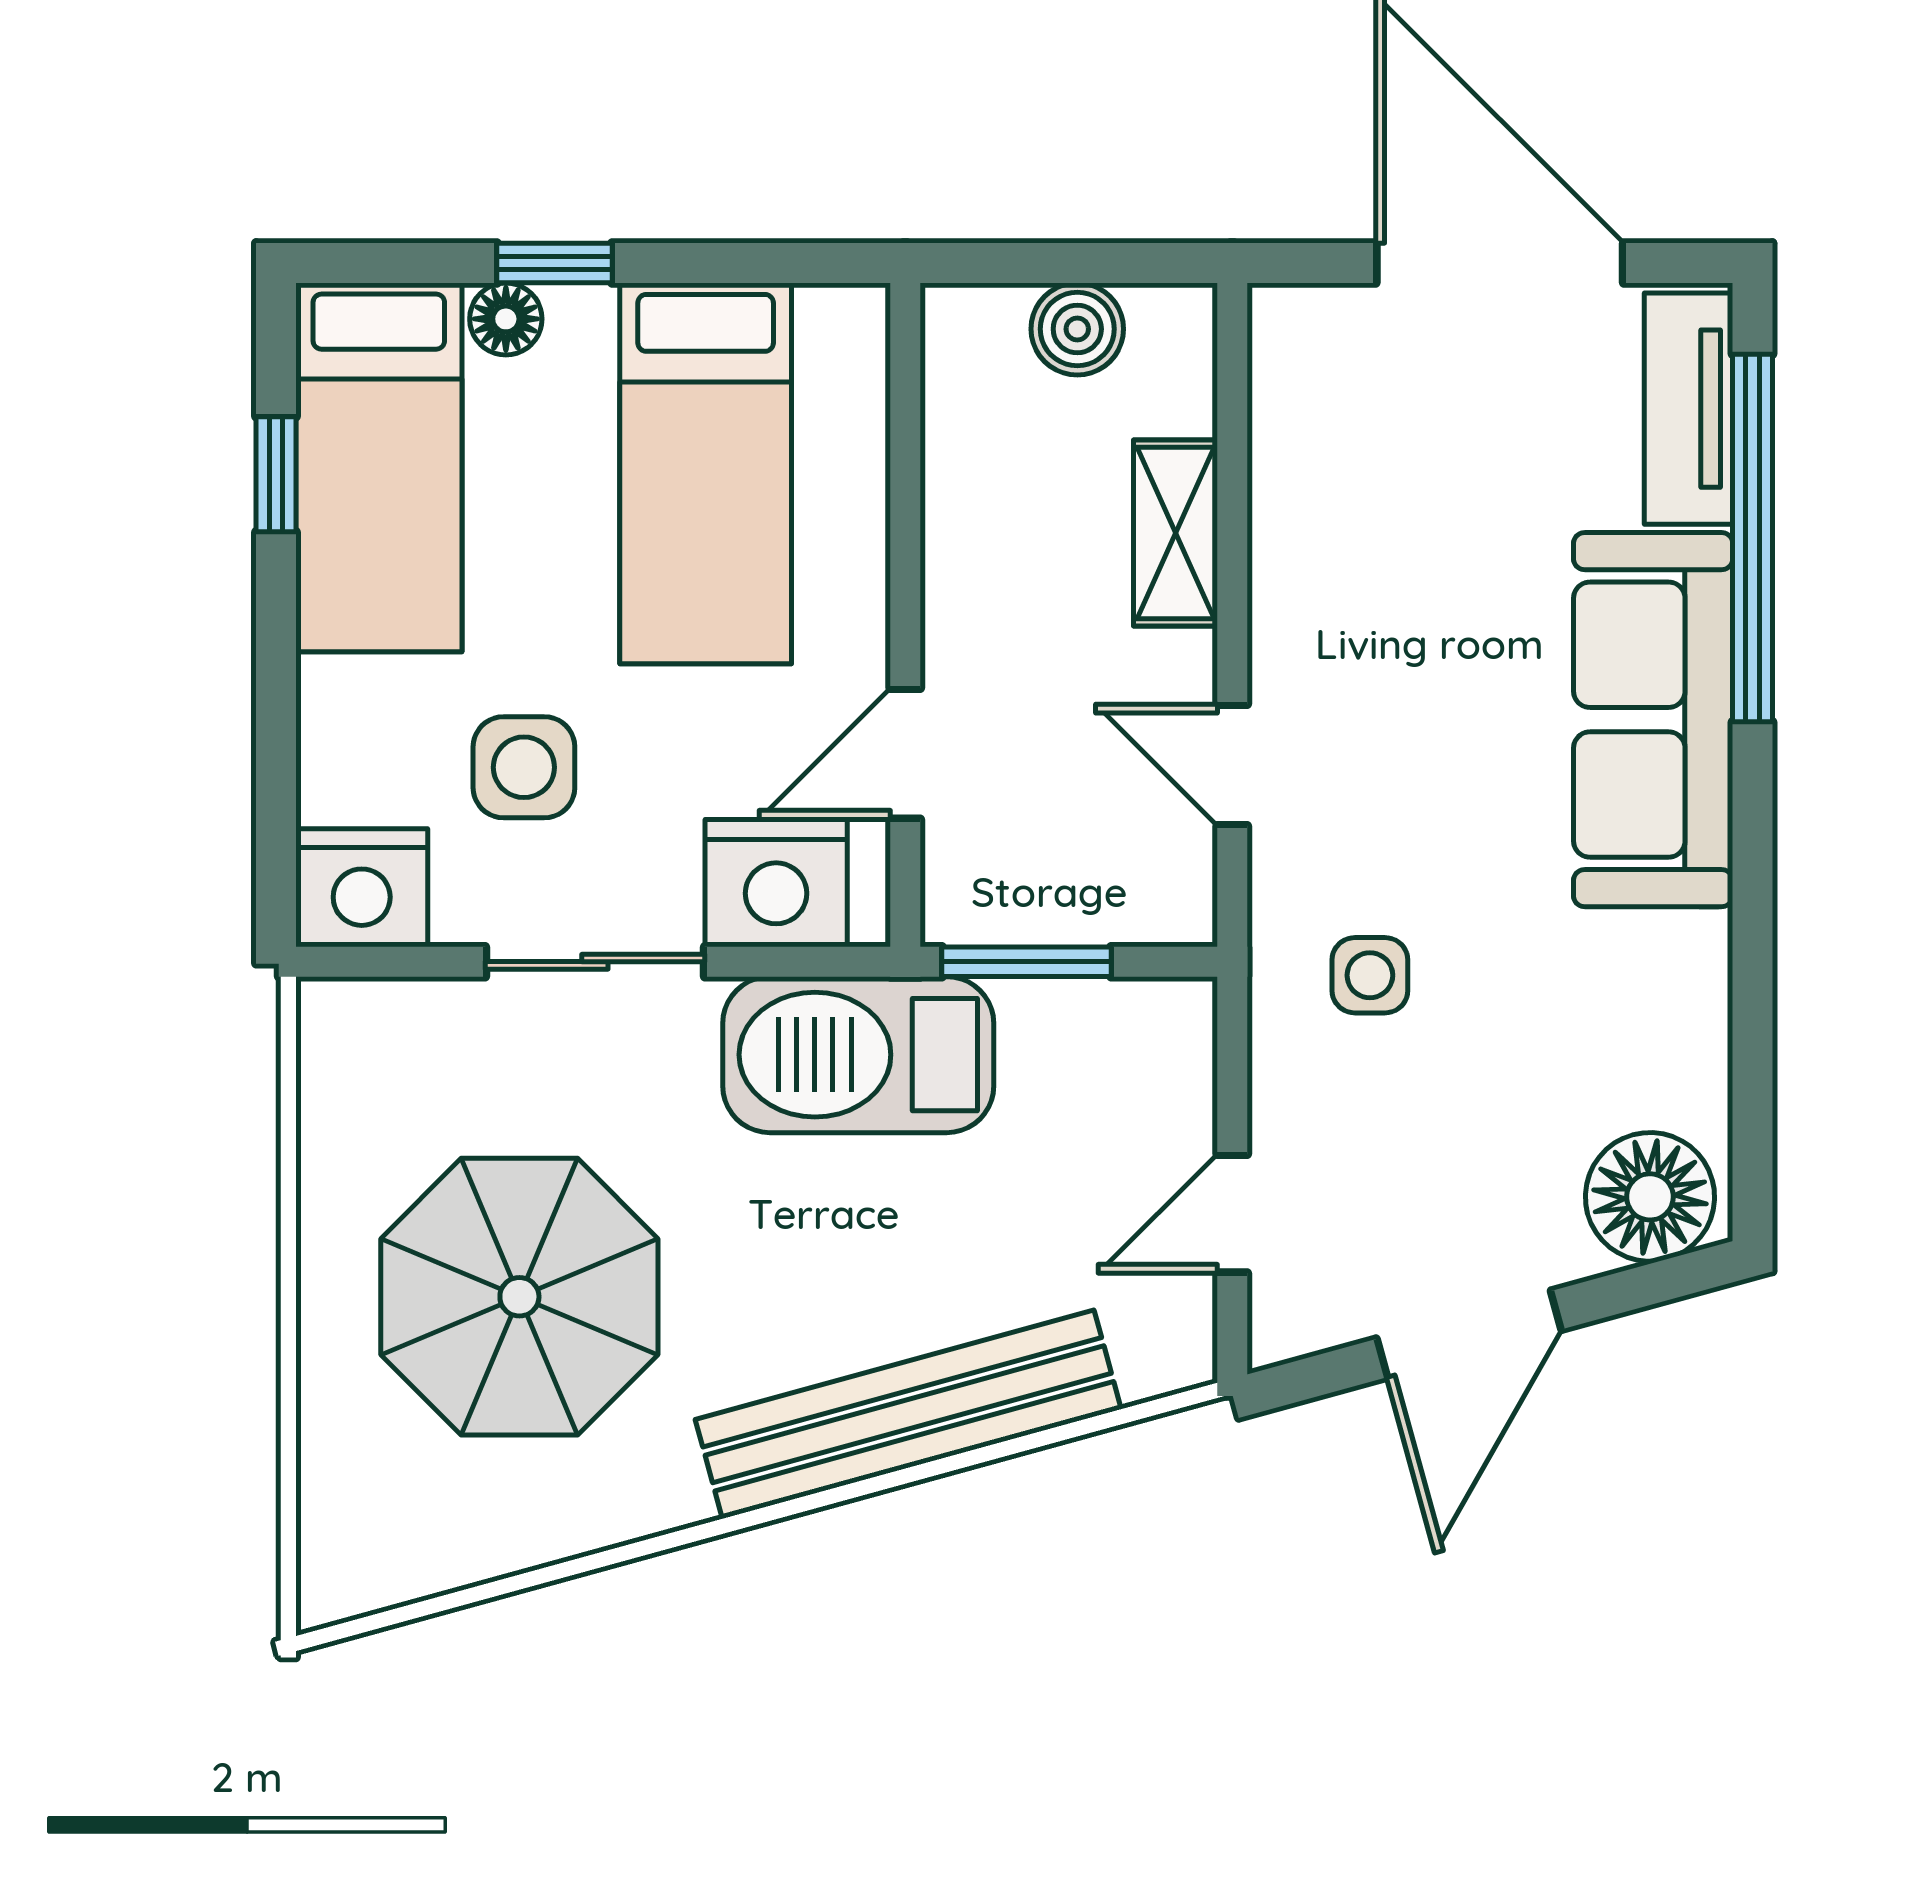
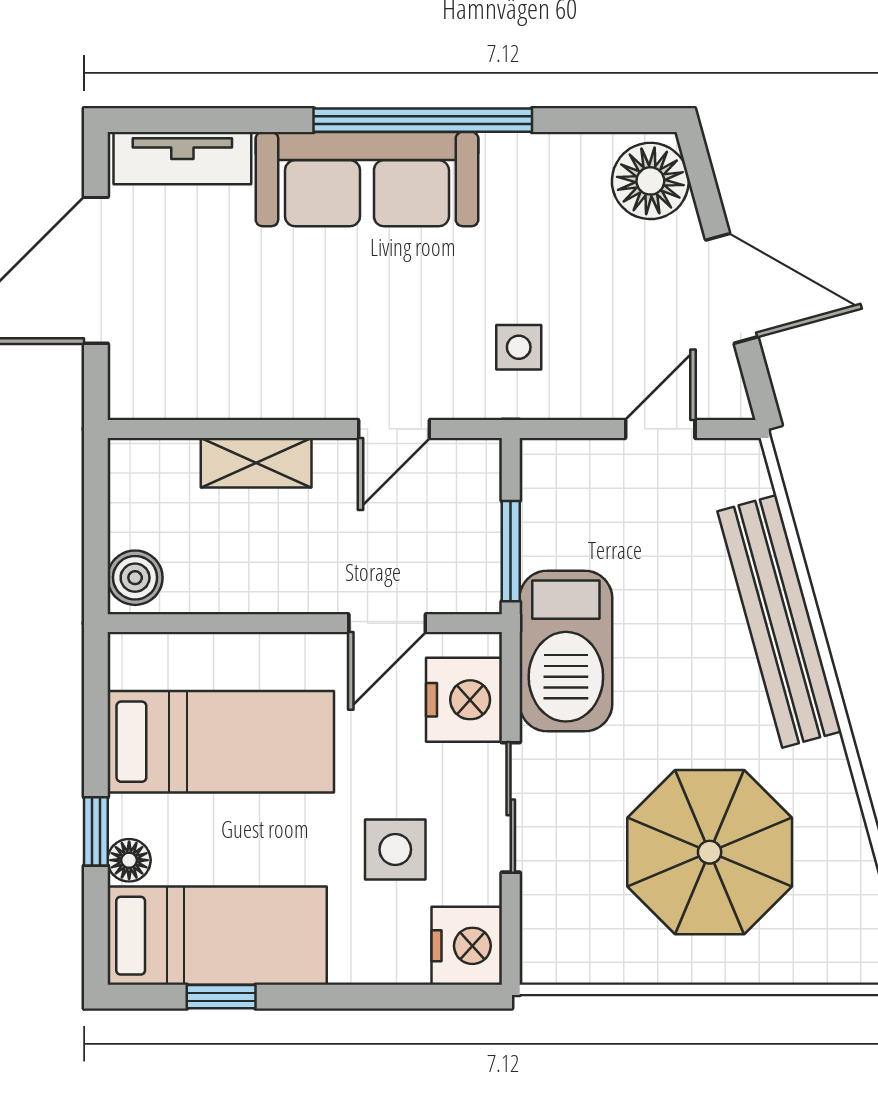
boiler: (1077, 329) -> (135, 578), moved
window: (1753, 538) -> (423, 120), moved
door: (905, 754) -> (387, 623), hinge flipped
door: (1232, 1214) -> (660, 429), swing flipped

